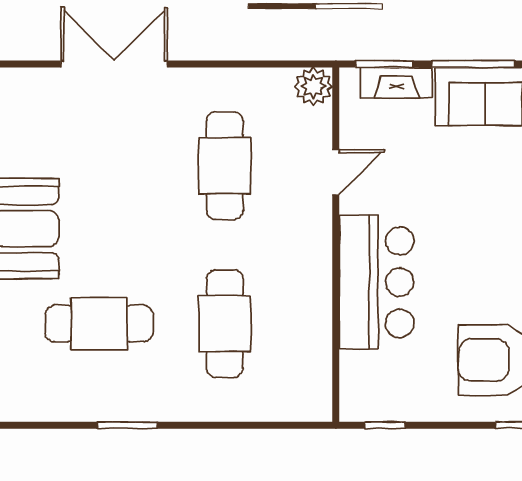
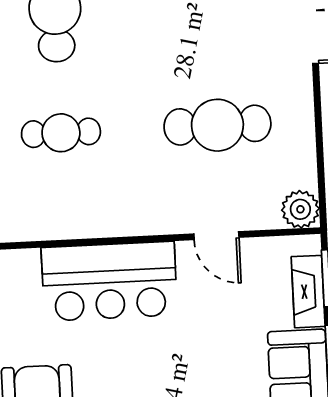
cafe table: (225, 324) -> (61, 133), width x0.73, depth x0.74

